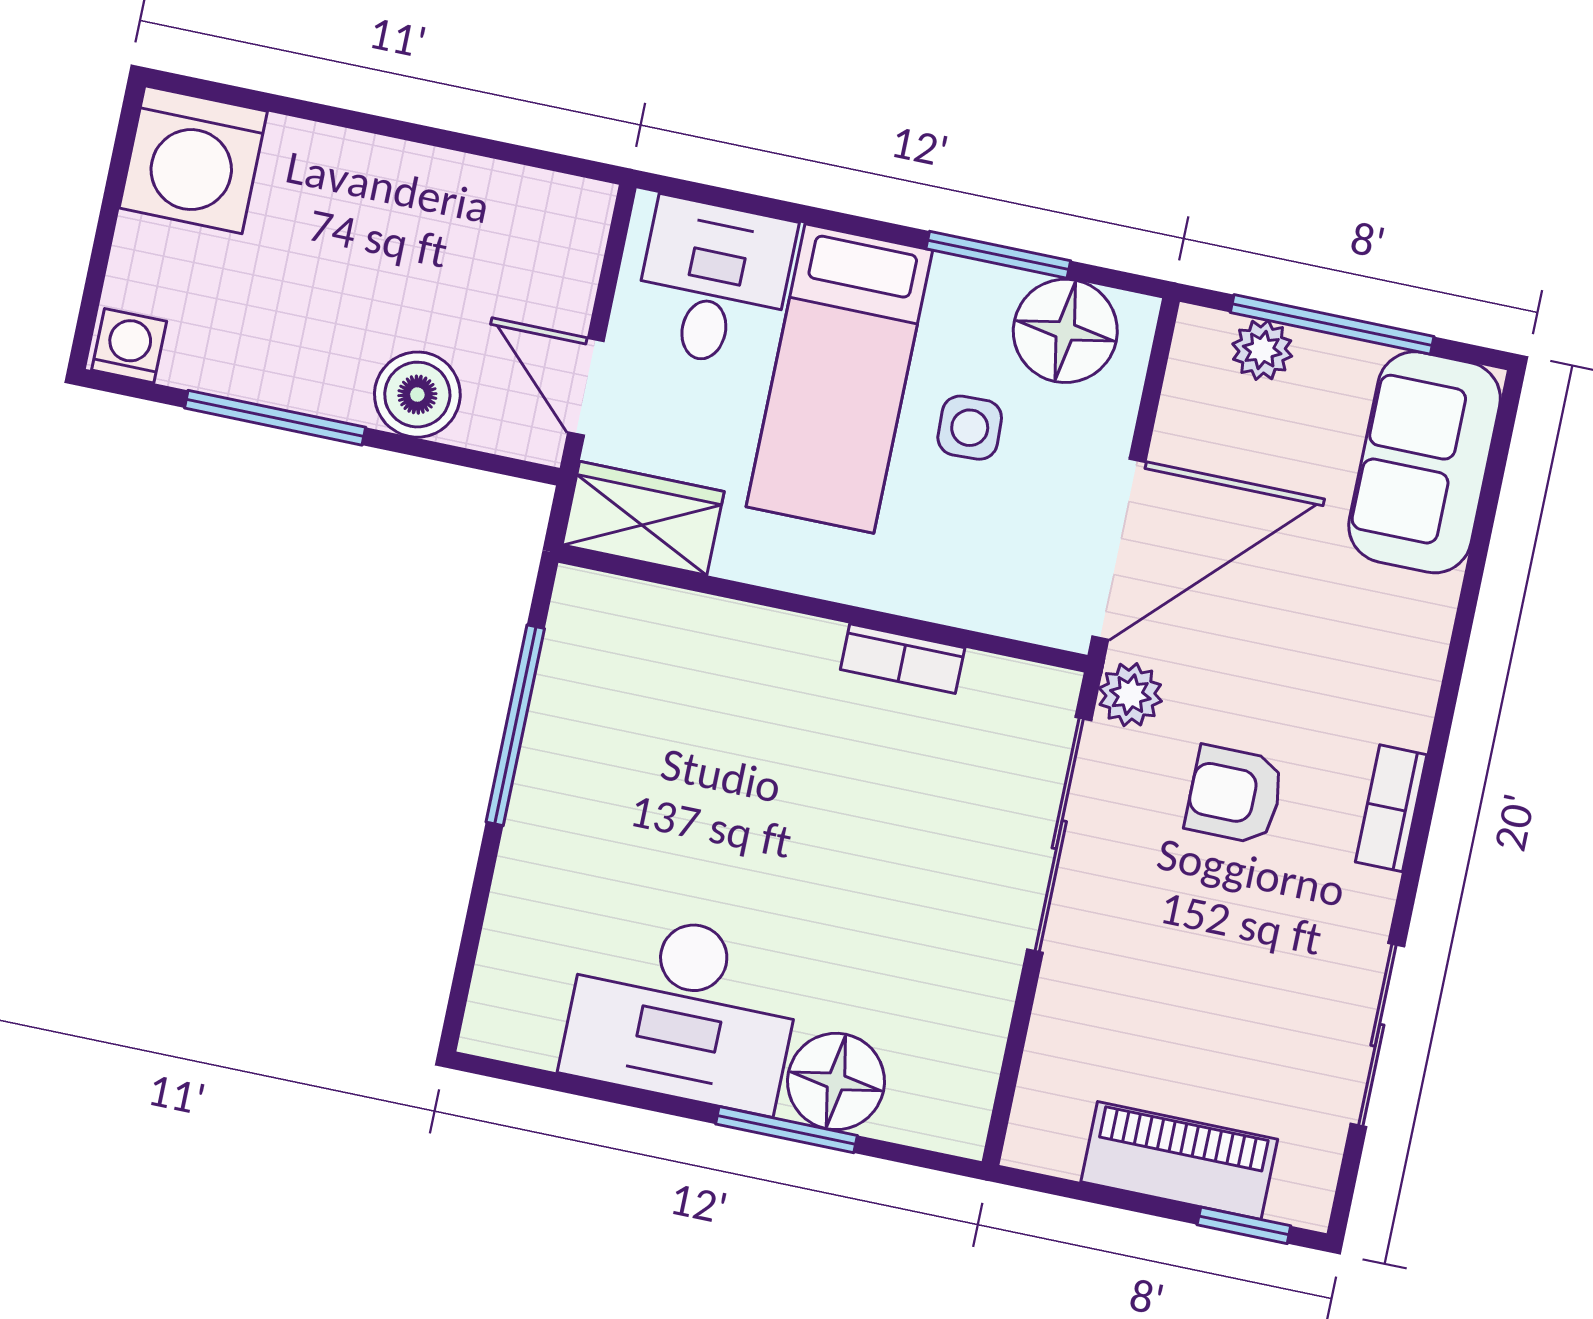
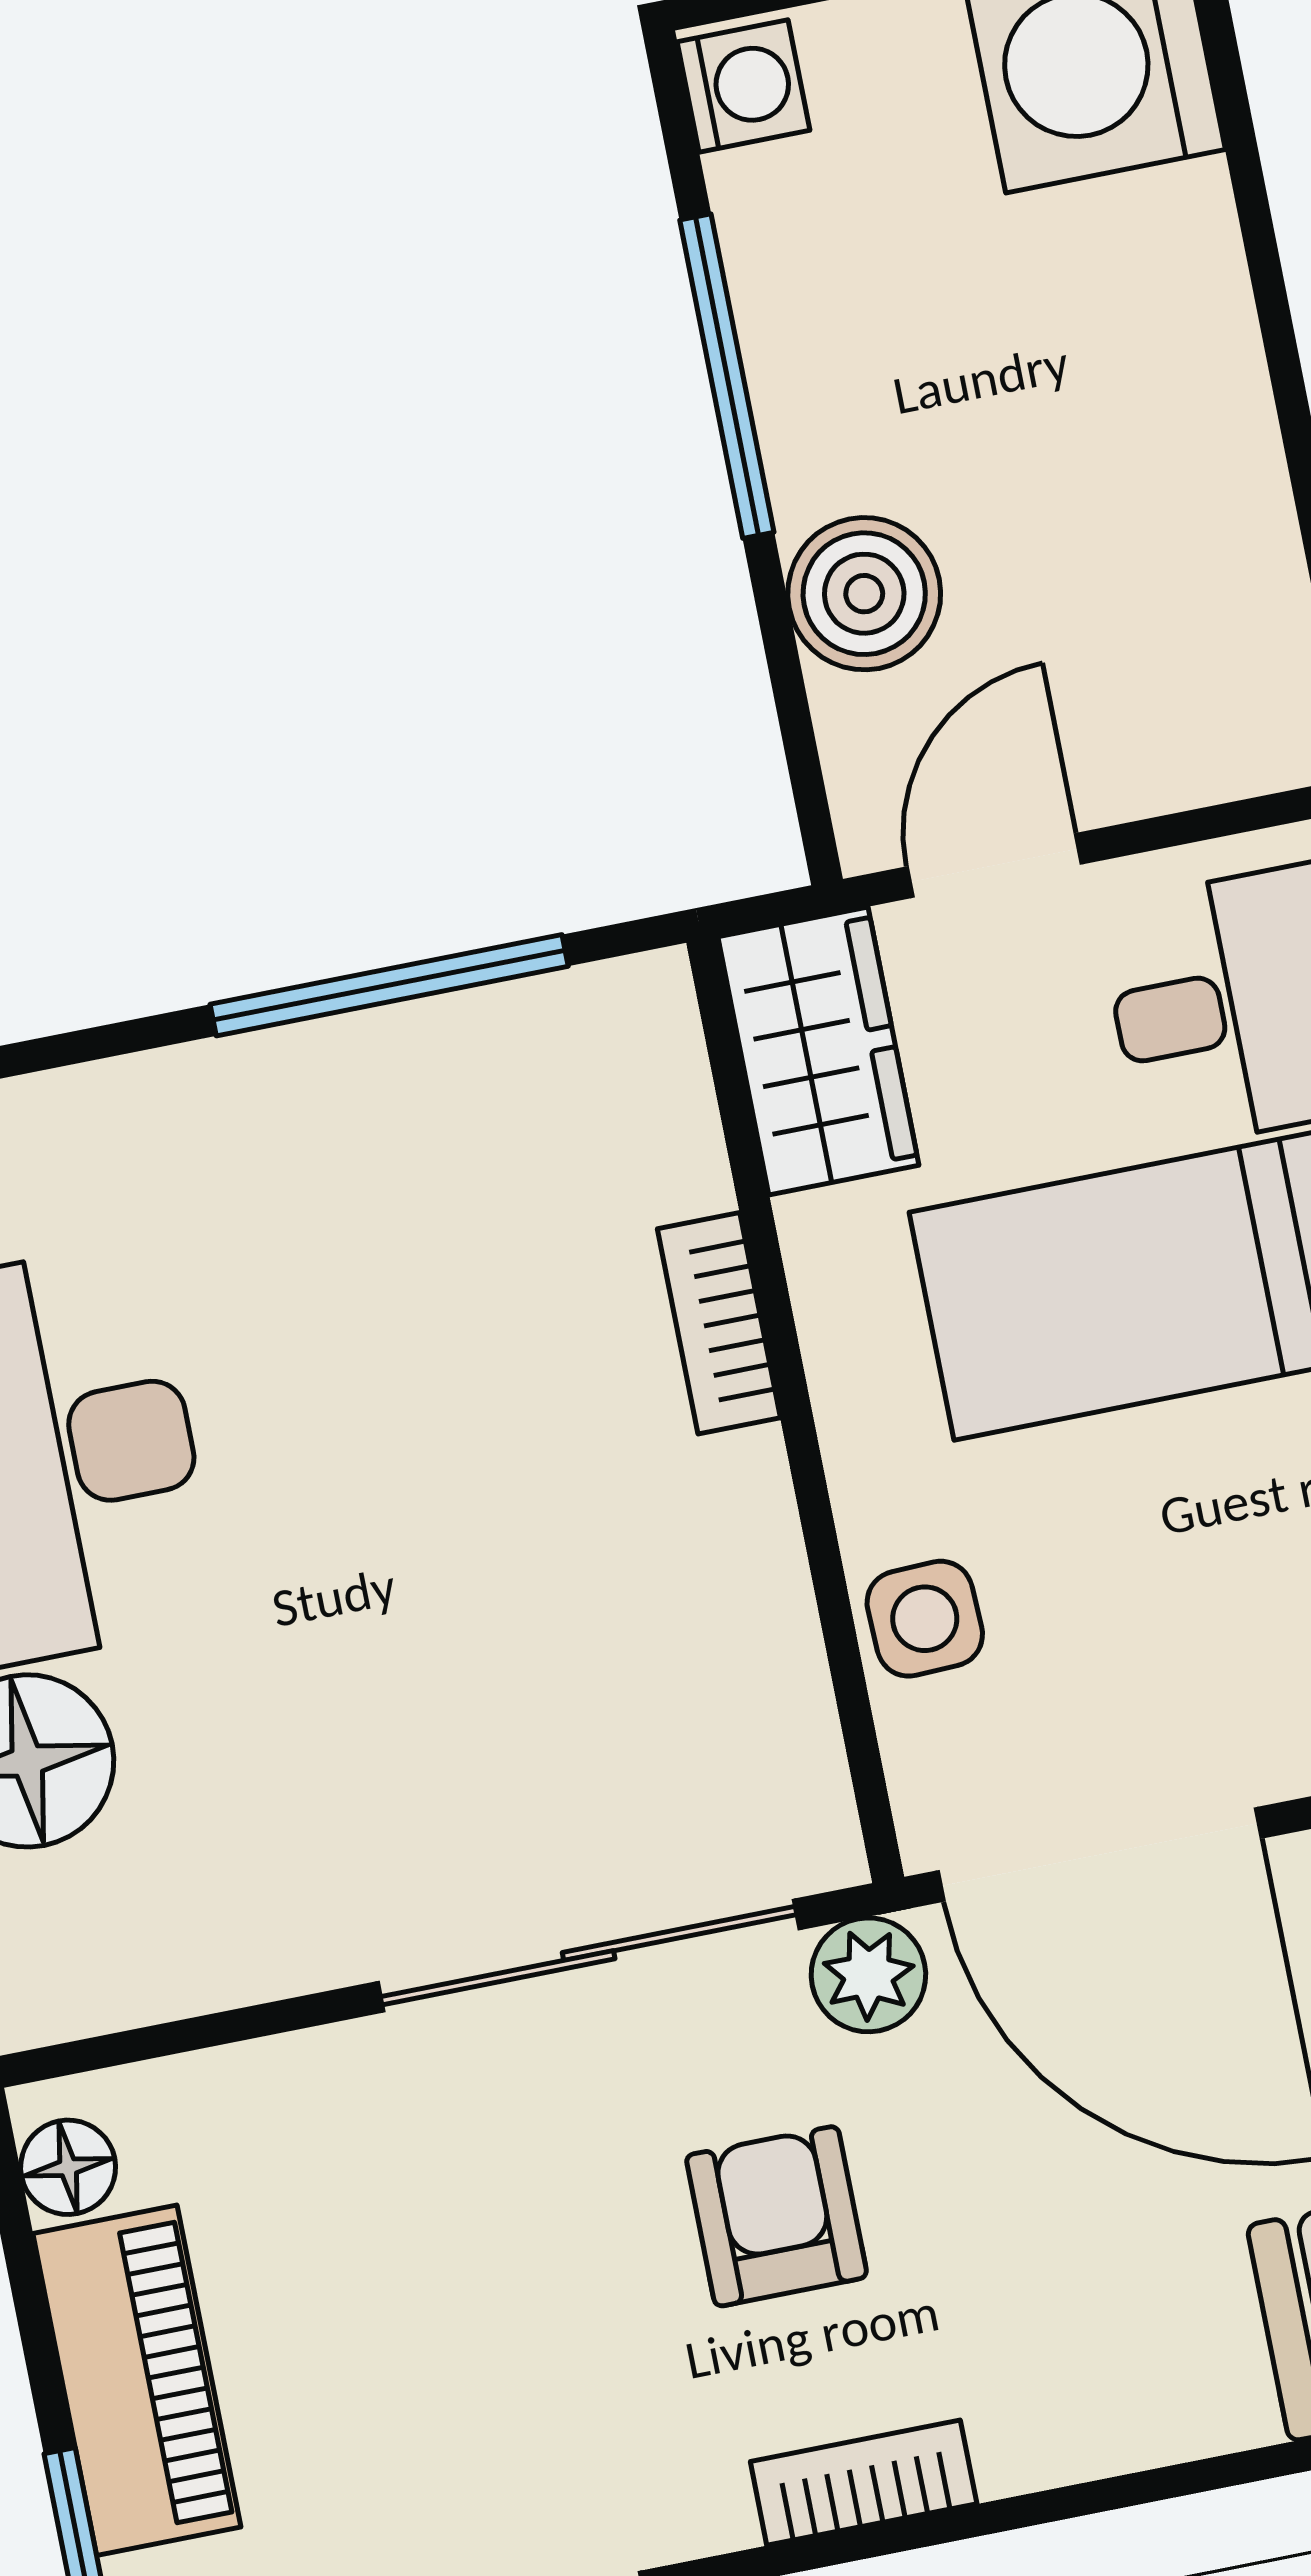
side table: (970, 428) -> (925, 1619), moved
bookcase: (903, 659) -> (719, 1323), moved
floor lamp: (1054, 1149) -> (68, 2167), added

